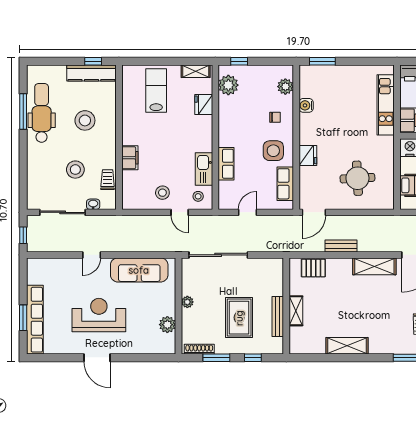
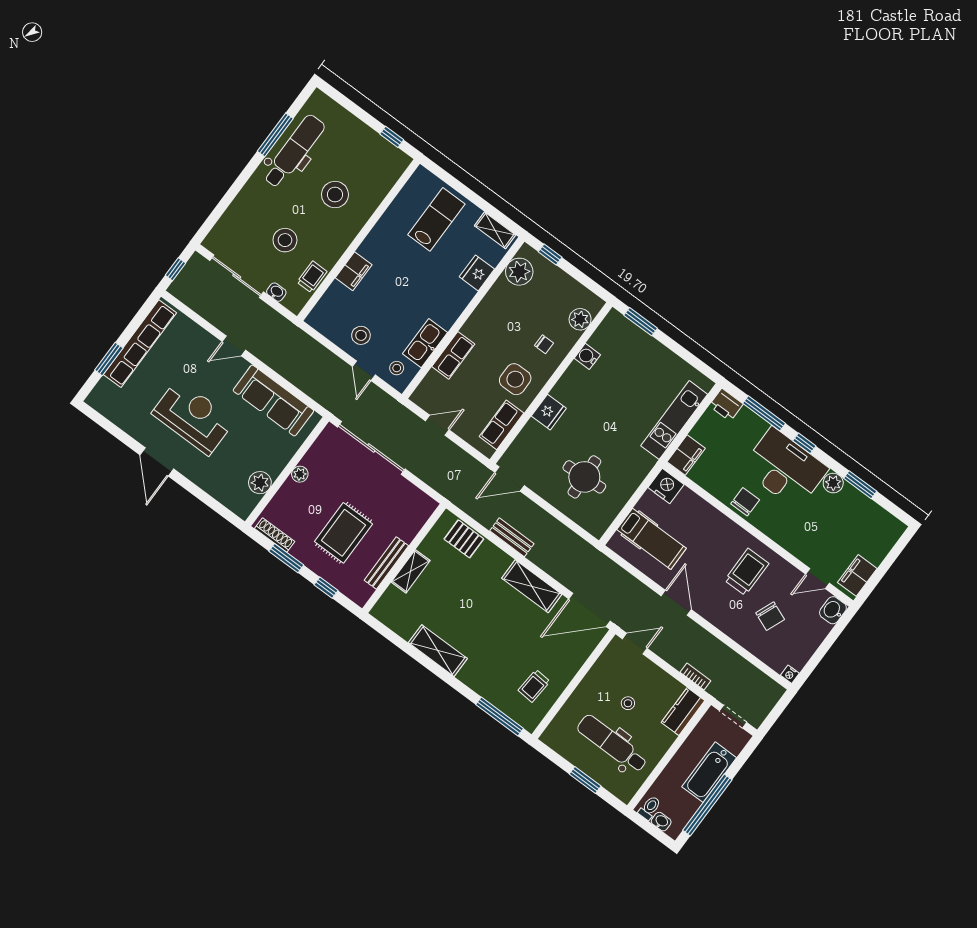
kitchen counter: (91, 73) -> (380, 148), removed
row of seats: (35, 320) -> (140, 344), moved

